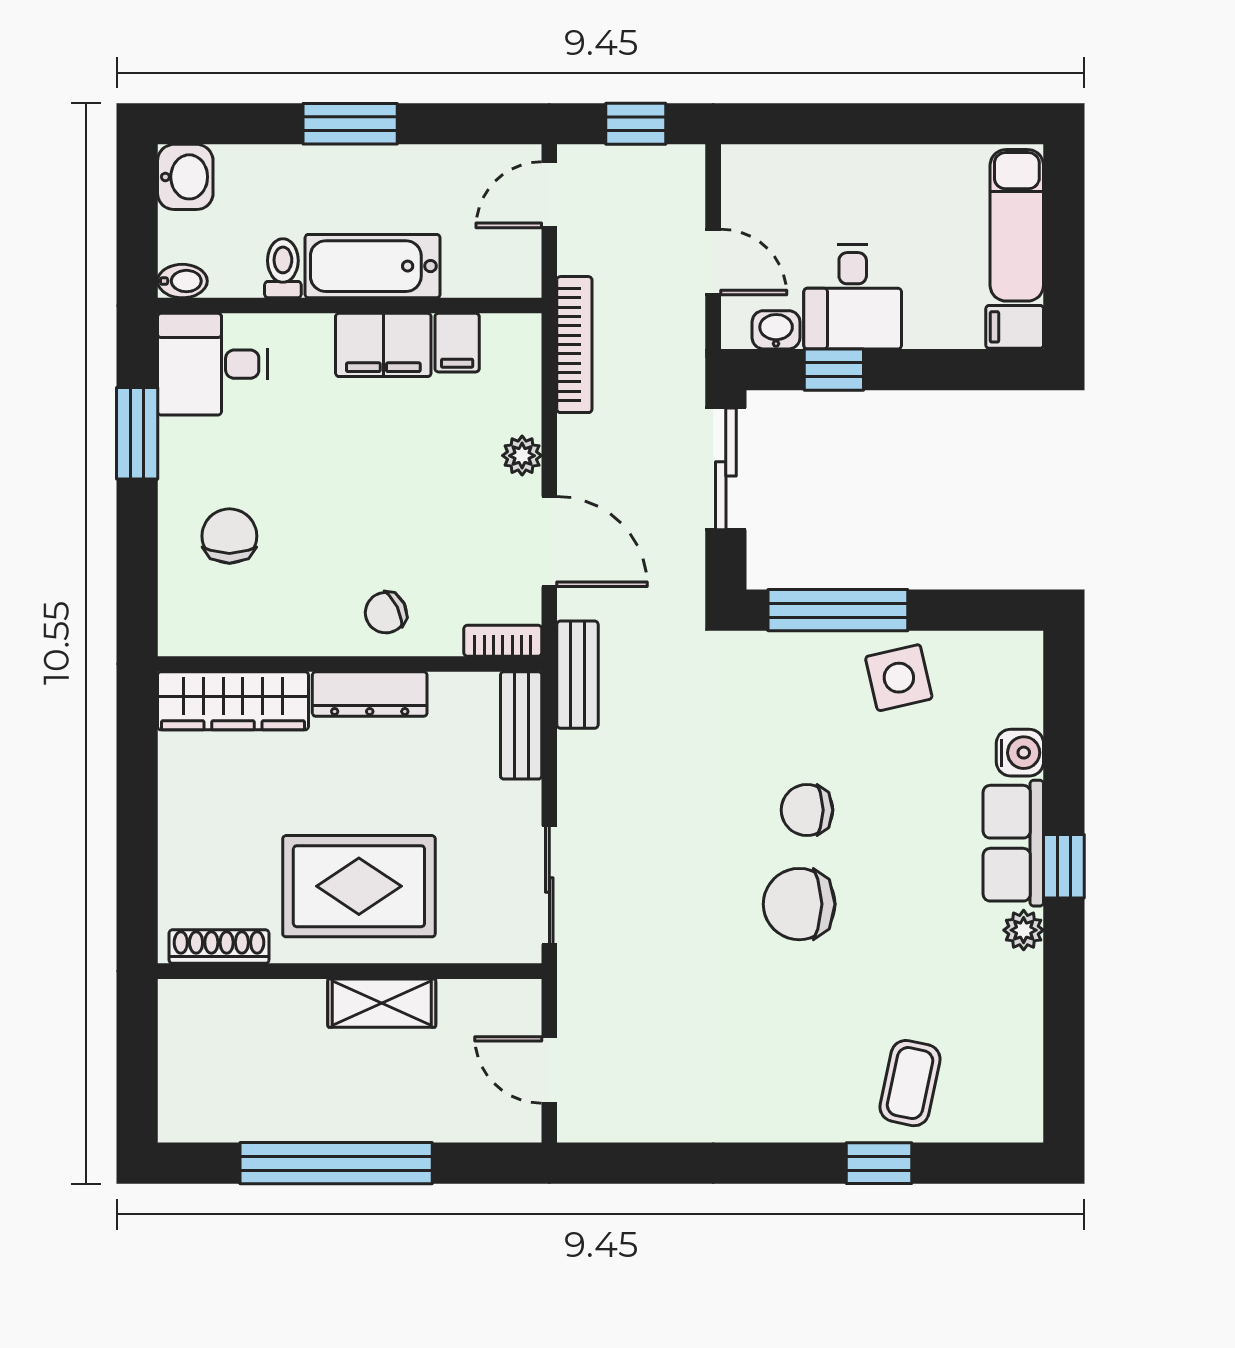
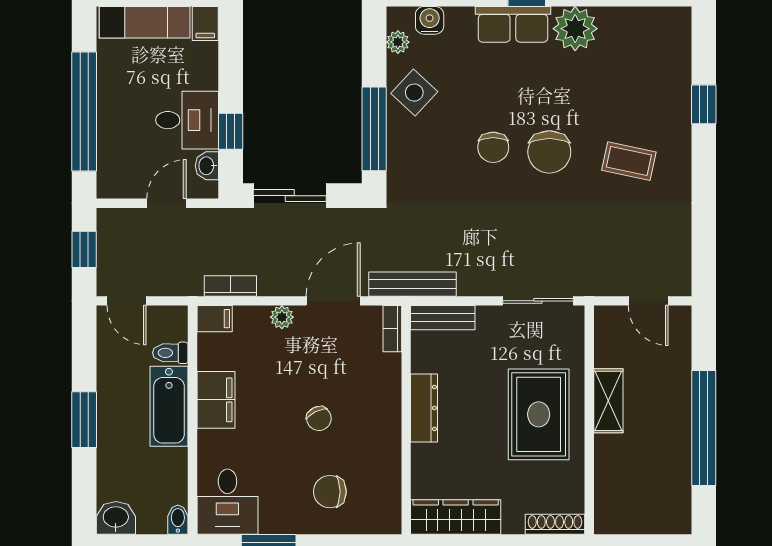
window: (867, 124) -> (84, 112), added
toilet: (283, 268) -> (170, 353), moved
filing cabinet: (457, 343) -> (215, 319), moved
bookcase: (574, 345) -> (230, 286), width x0.64
chair: (386, 613) -> (319, 418), moved
plant: (984, 650) -> (398, 42), added
bench: (578, 675) -> (413, 284), width x1.36
side table: (899, 678) -> (414, 93), turned -34
wardrobe: (233, 701) -> (456, 517), moved, turned -90
water cooler: (1020, 753) -> (430, 20), moved
plant: (1024, 930) -> (575, 29), width x1.88, depth x1.88
shoe rack: (219, 947) -> (555, 524), moved, turned 90
door: (549, 1070) -> (648, 301), hinge flipped
coffee table: (910, 1083) -> (629, 161), moved

